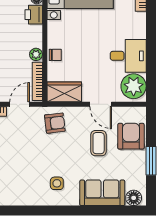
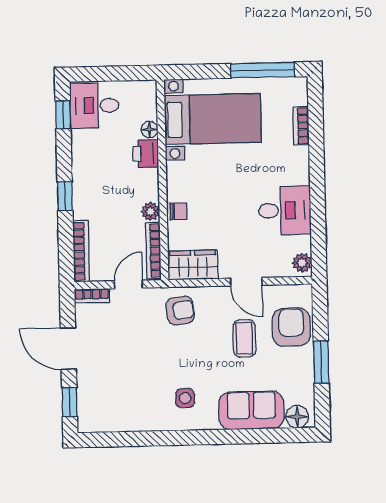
plant: (134, 86) -> (302, 263), width x0.53, depth x0.53

